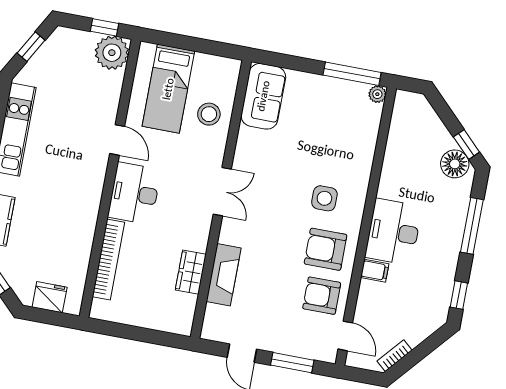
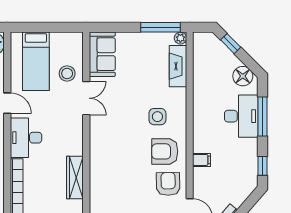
window: (466, 145) -> (231, 44), moved
double door: (222, 192) -> (86, 98), moved
desk: (394, 232) -> (241, 116), moved, turned 180
wardrobe: (191, 272) -> (75, 178), width x1.50
fireplace: (224, 275) -> (178, 66), moved, turned 180
armchair: (322, 296) -> (168, 184), turned 89

